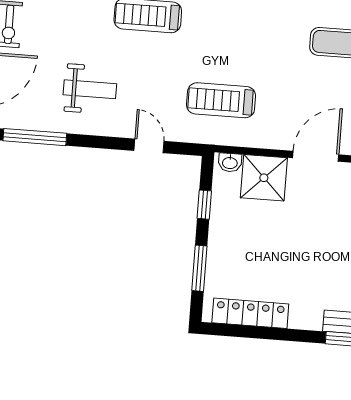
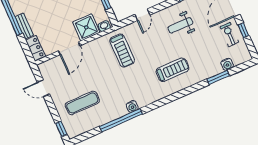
treadmill: (221, 100) -> (122, 50), turned 90
door: (149, 146) -> (142, 15), hinge flipped

